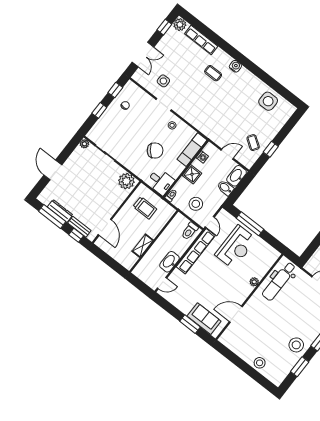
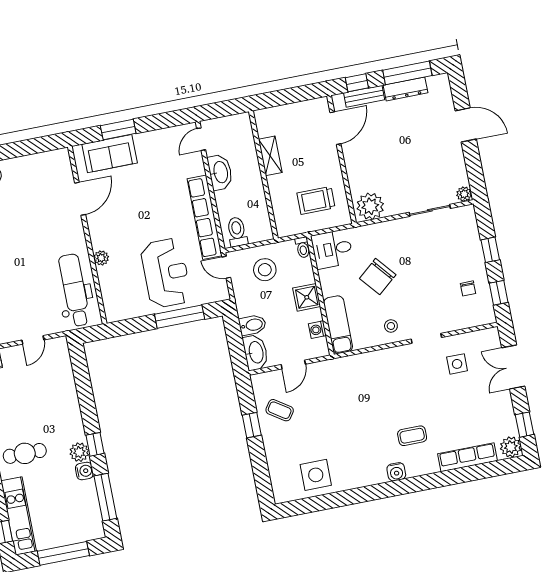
door: (105, 227) -> (335, 128), swing flipped
reception desk: (236, 247) -> (166, 273), turned 180

